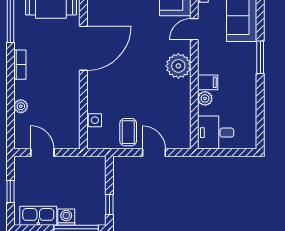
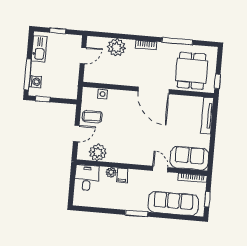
plant: (178, 66) -> (98, 152), moved
plant: (21, 106) -> (116, 47), width x1.88, depth x1.88
washing machine: (66, 217) -> (35, 82), moved

